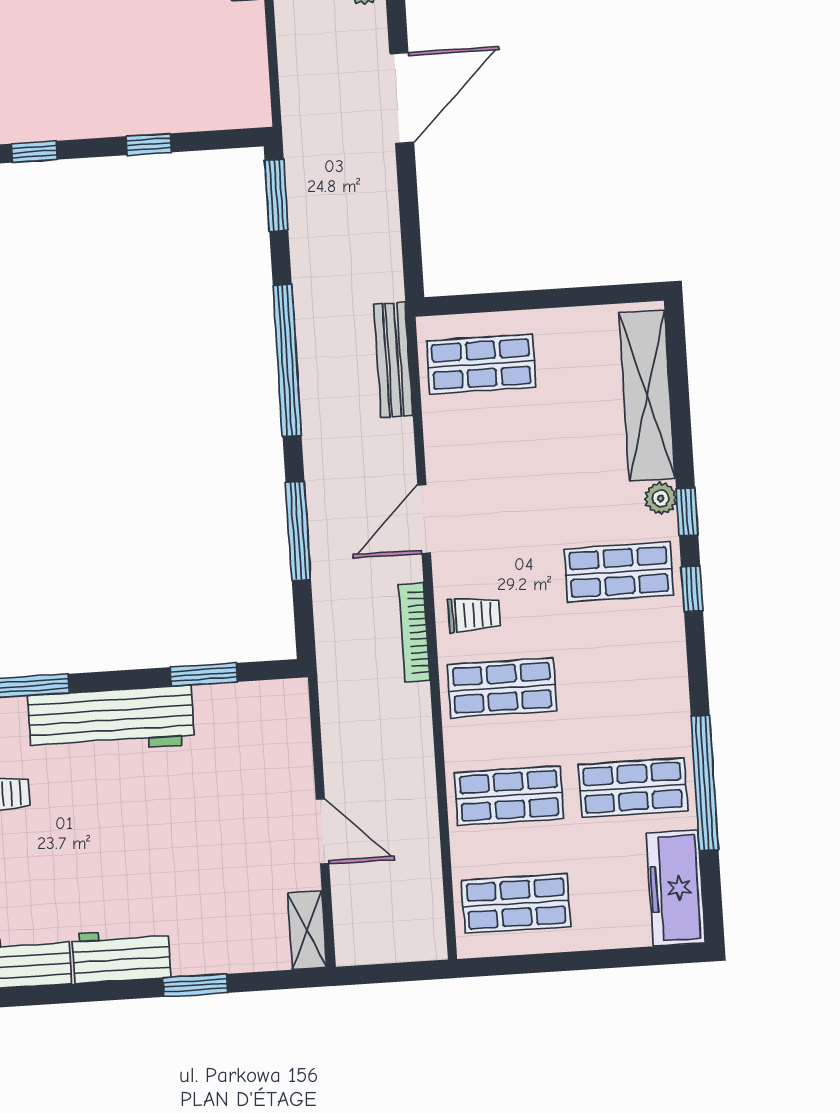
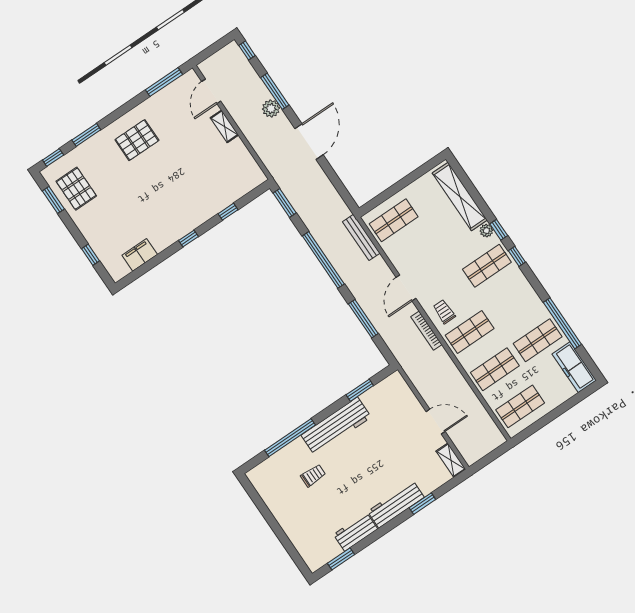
trolley: (474, 615) -> (444, 312), turned -90
workbench: (121, 956) -> (396, 504), width x1.38

